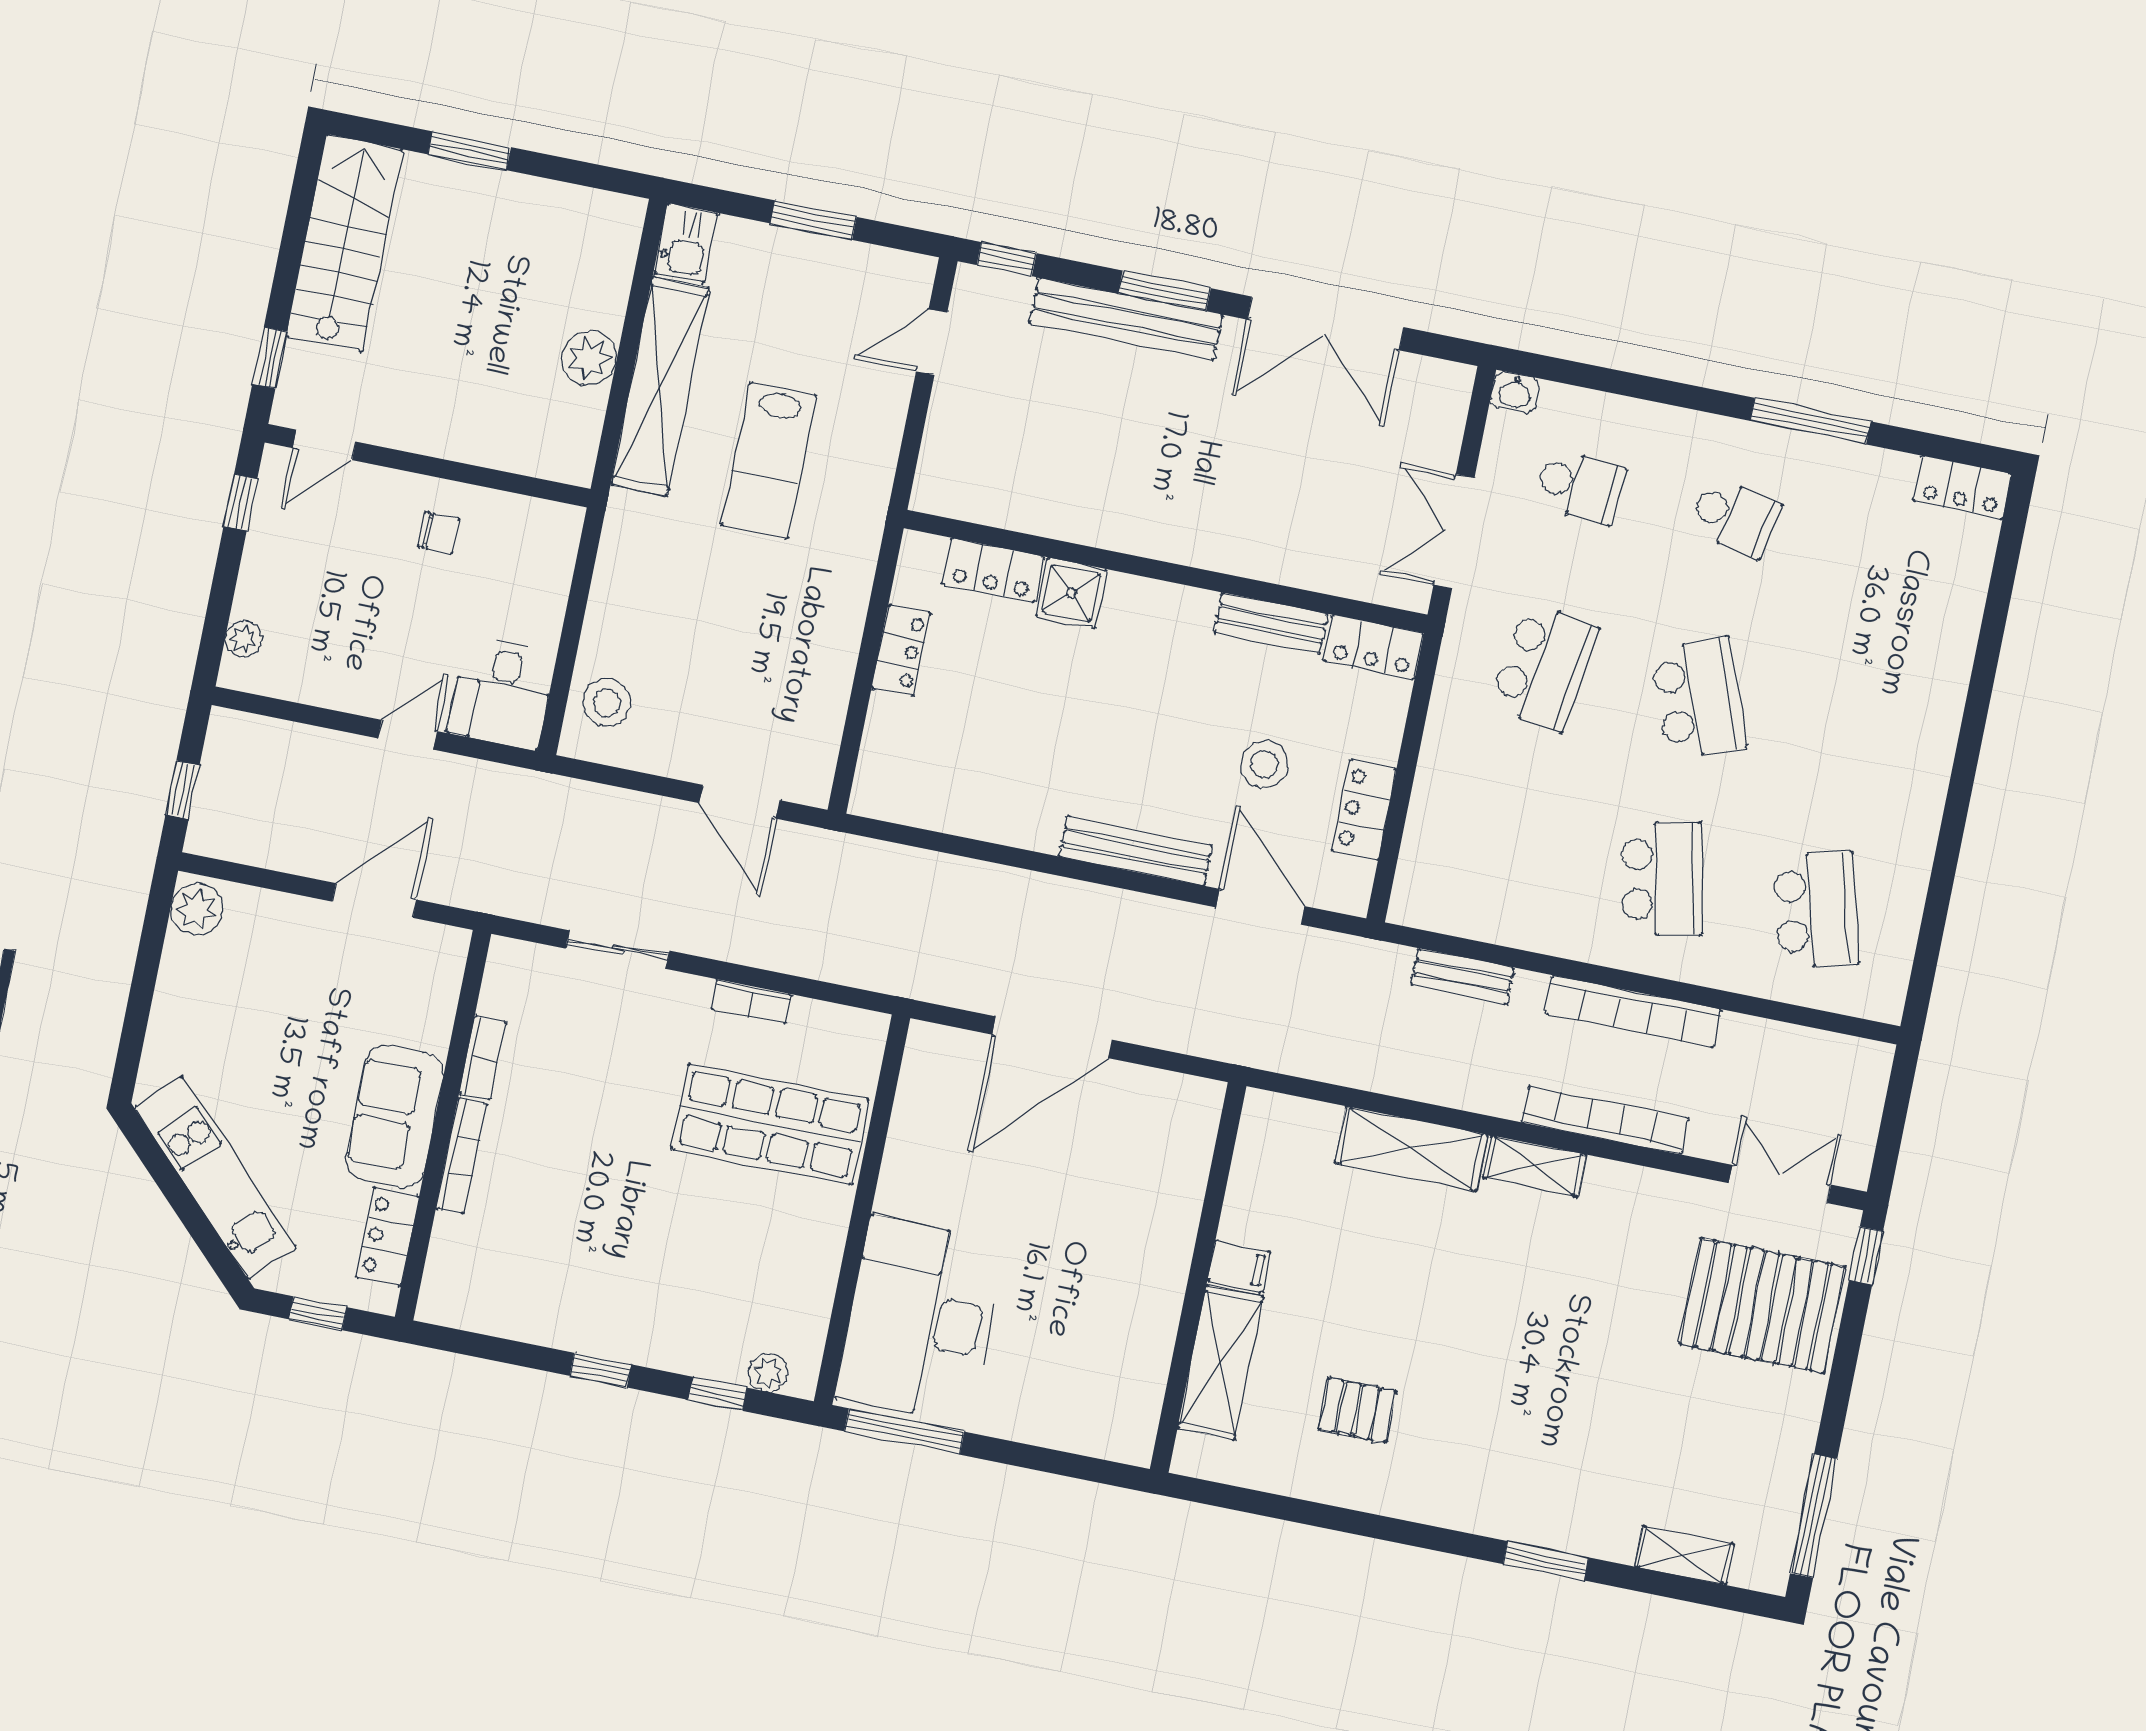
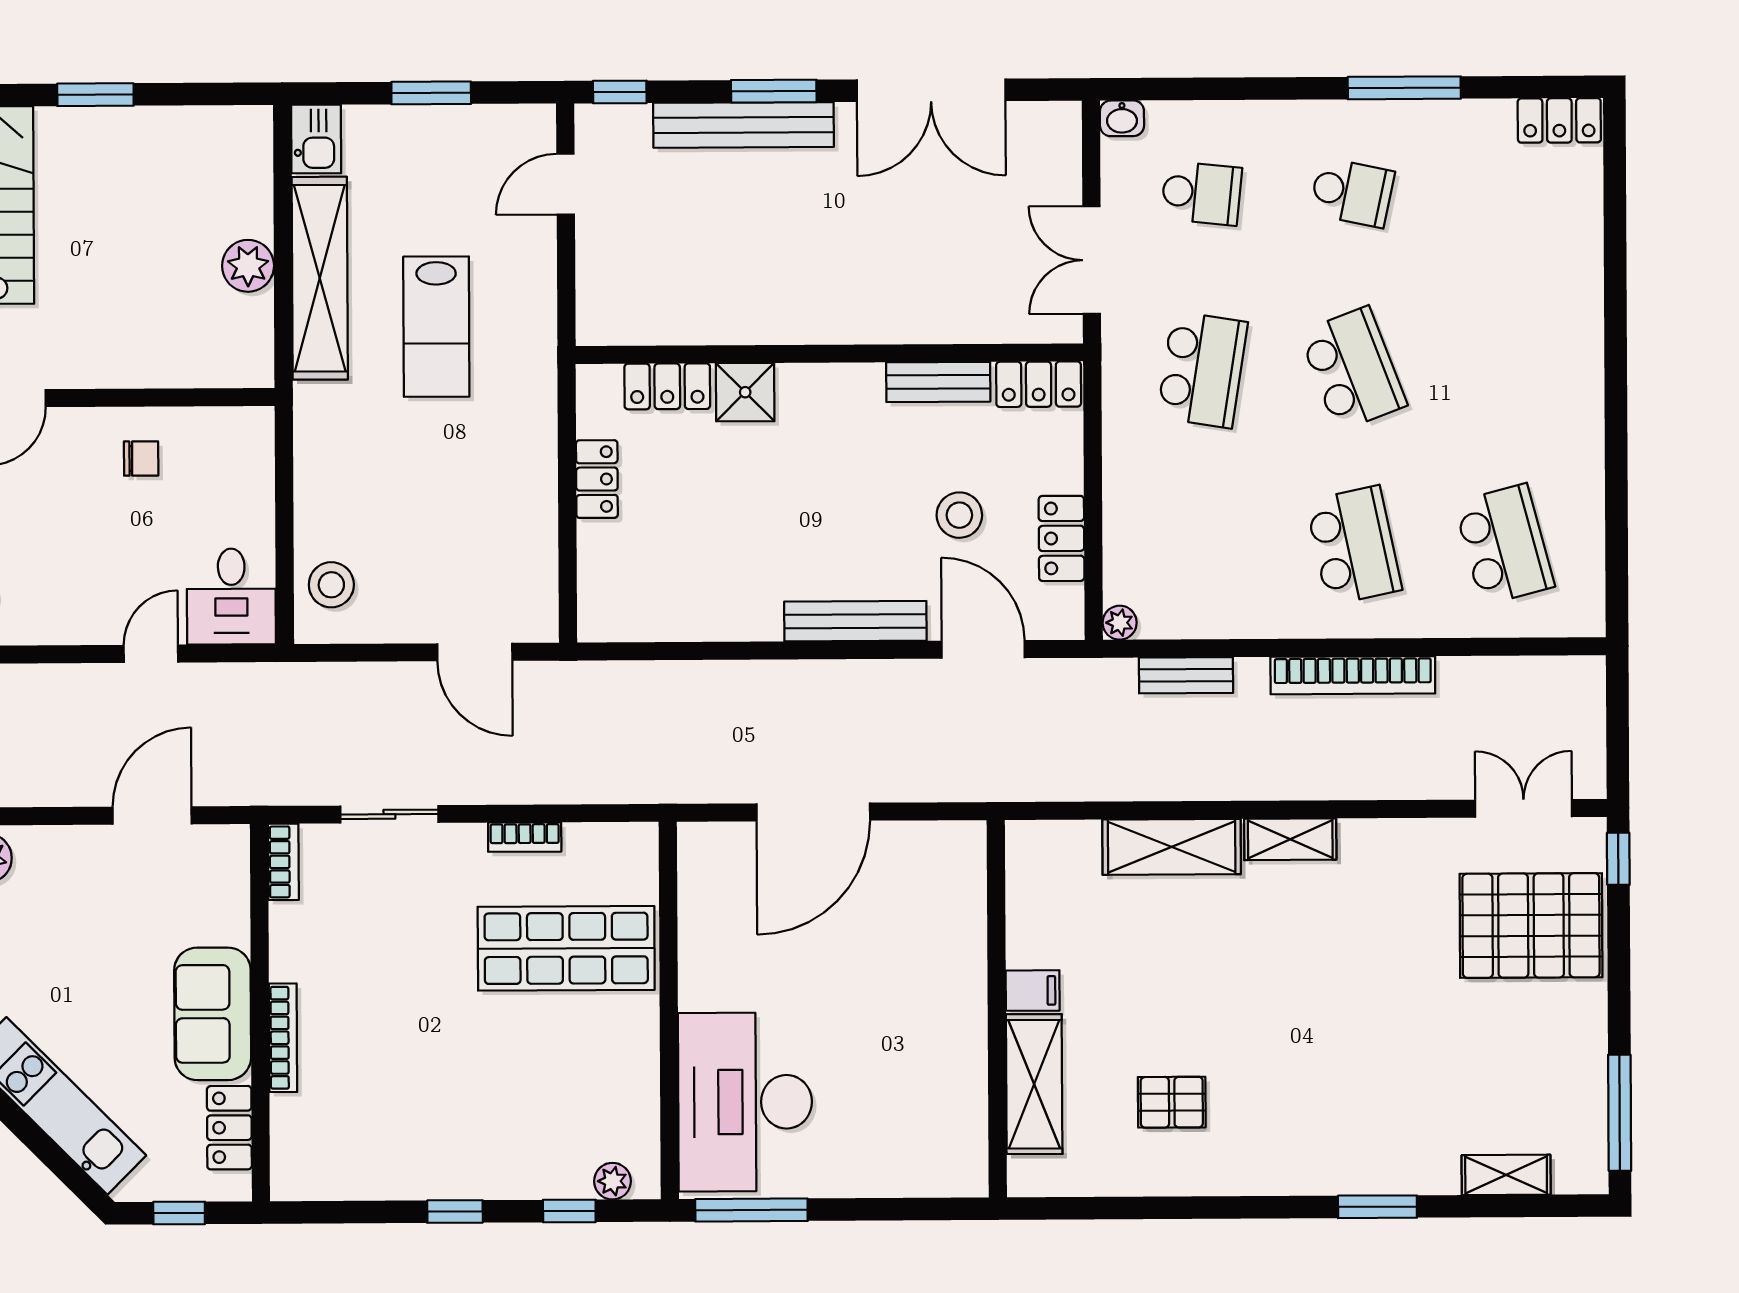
plant: (1406, 908) -> (1120, 623), added
bookcase: (483, 1058) -> (283, 862), moved
bookcase: (1605, 1120) -> (1348, 783), removed

